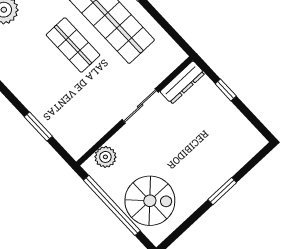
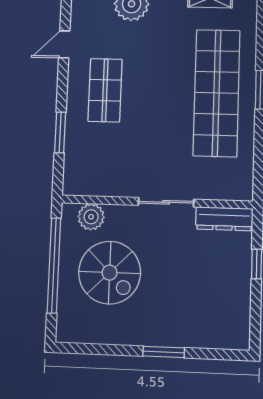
shop shelf: (73, 45) -> (105, 90), moved
spiral stairs: (150, 201) -> (110, 273), moved

